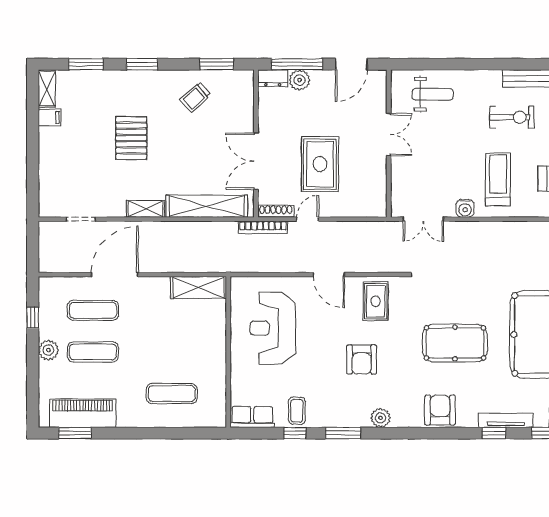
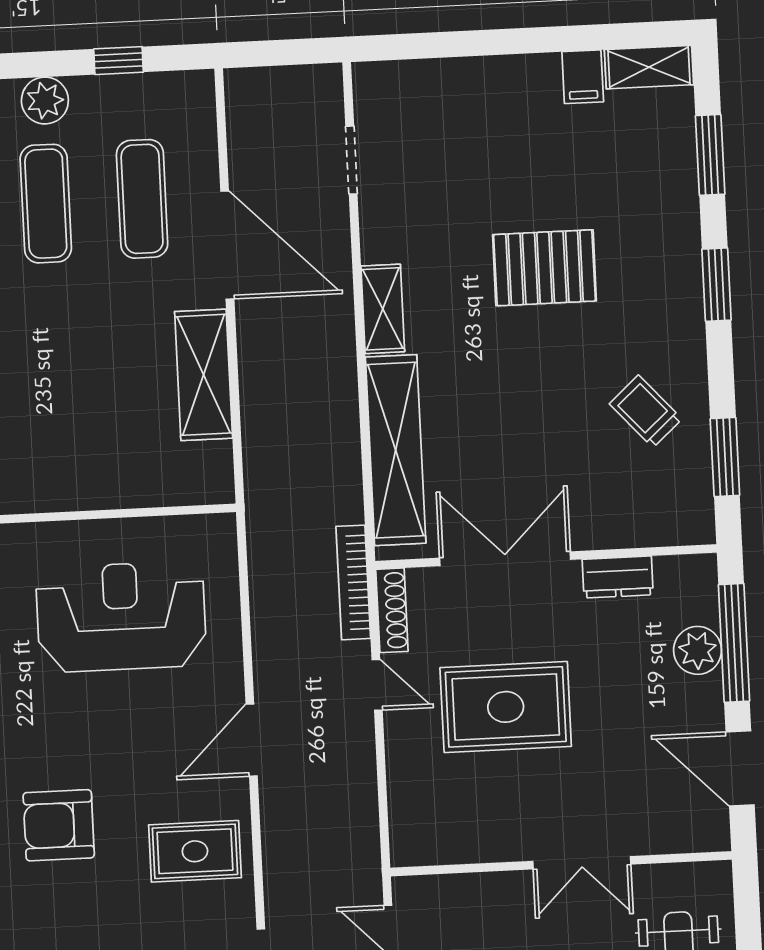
dresser: (273, 78) -> (618, 577), moved, turned -90
shelving: (199, 287) -> (204, 375), moved

